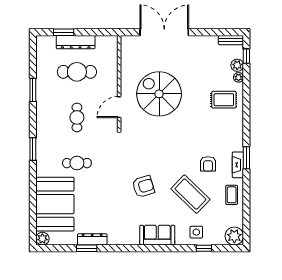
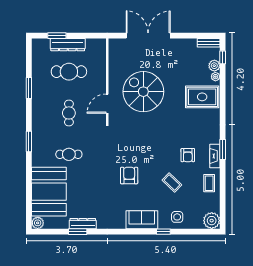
rug: (224, 100) -> (202, 97), width x1.36, depth x1.43
armchair: (143, 186) -> (129, 176), turned -73
coffee table: (190, 194) -> (172, 182), width x0.54, depth x0.58
window: (204, 248) -> (163, 232), moved

